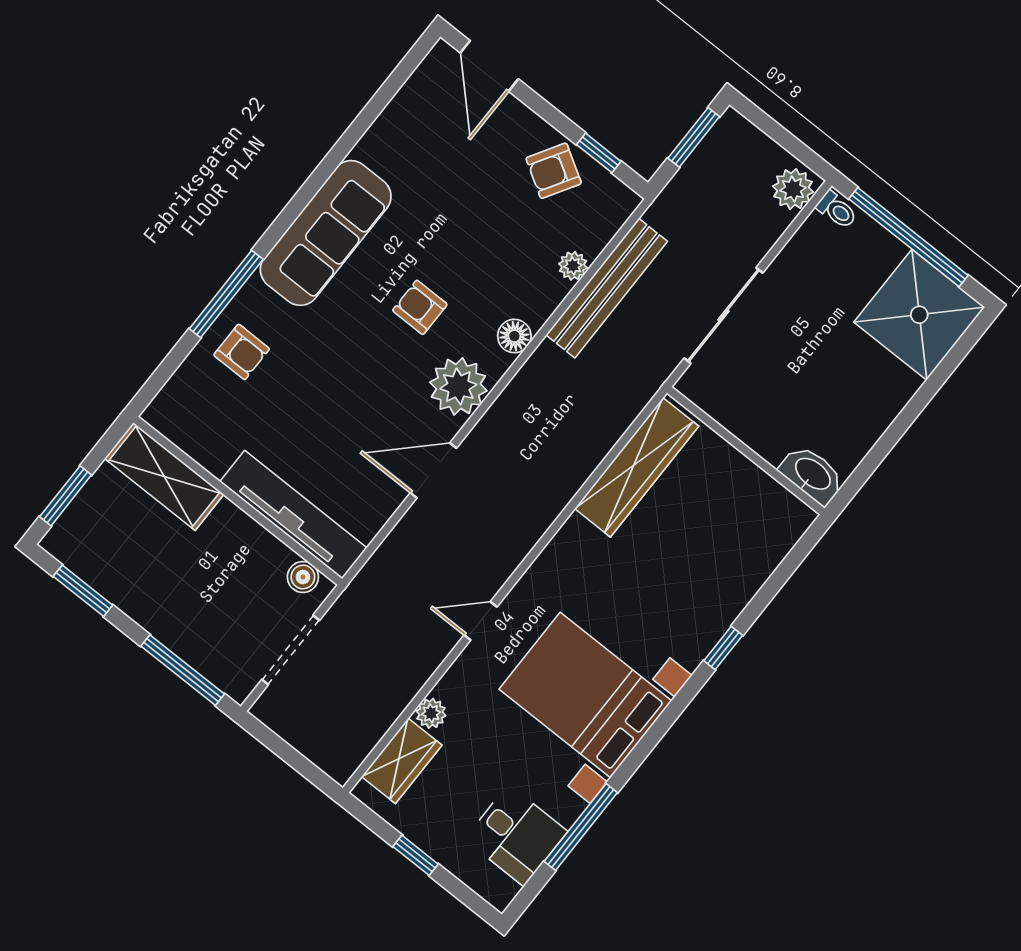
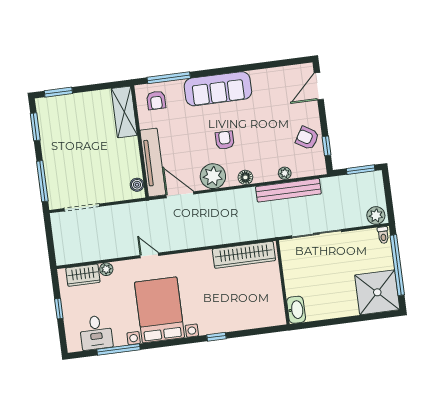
shelving: (164, 476) -> (124, 112), moved
wall: (238, 501) -> (140, 142), moved
tv unit: (293, 515) -> (153, 163), moved
boiler: (303, 577) -> (137, 185), moved

